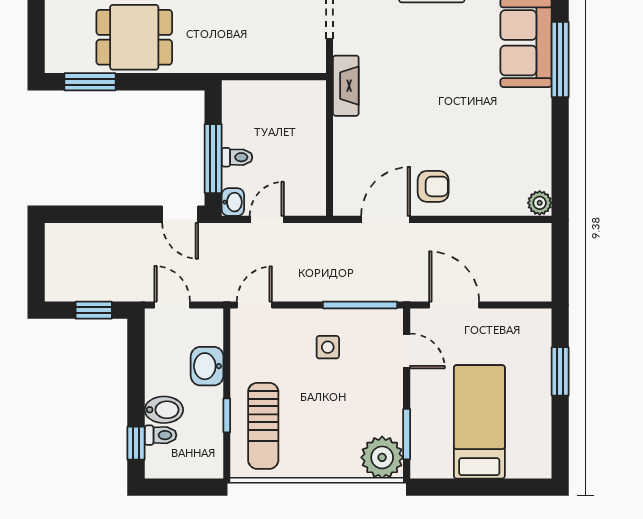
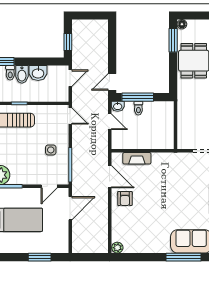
floor lamp: (55, 63) -> (182, 24), added
fireplace: (346, 86) -> (137, 158), moved
washbasin: (207, 366) -> (38, 73), moved, turned 180

